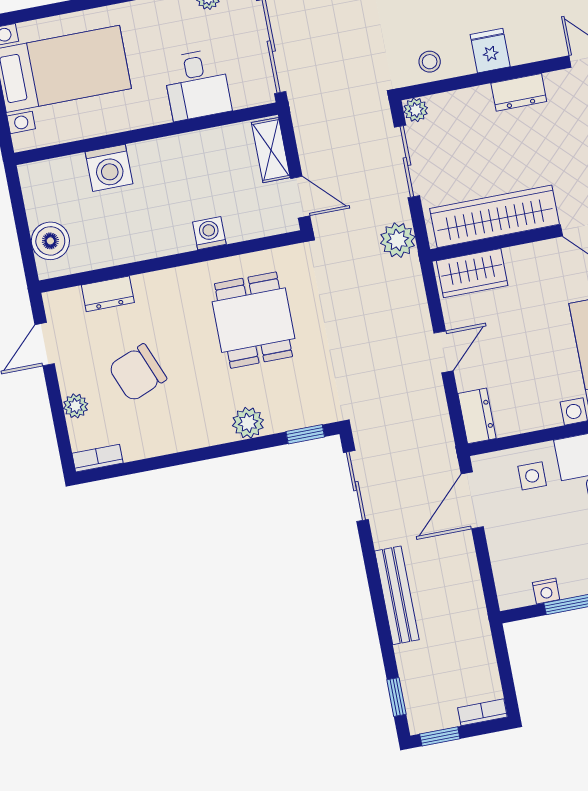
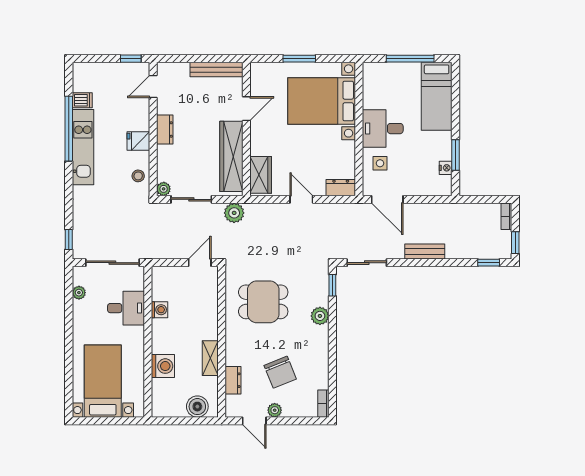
shelving: (271, 150) -> (210, 358), moved, turned 90
washing machine: (209, 233) -> (159, 310), moved, turned 180
plant: (76, 406) -> (275, 410), moved
bench: (397, 595) -> (425, 251), width x0.73

